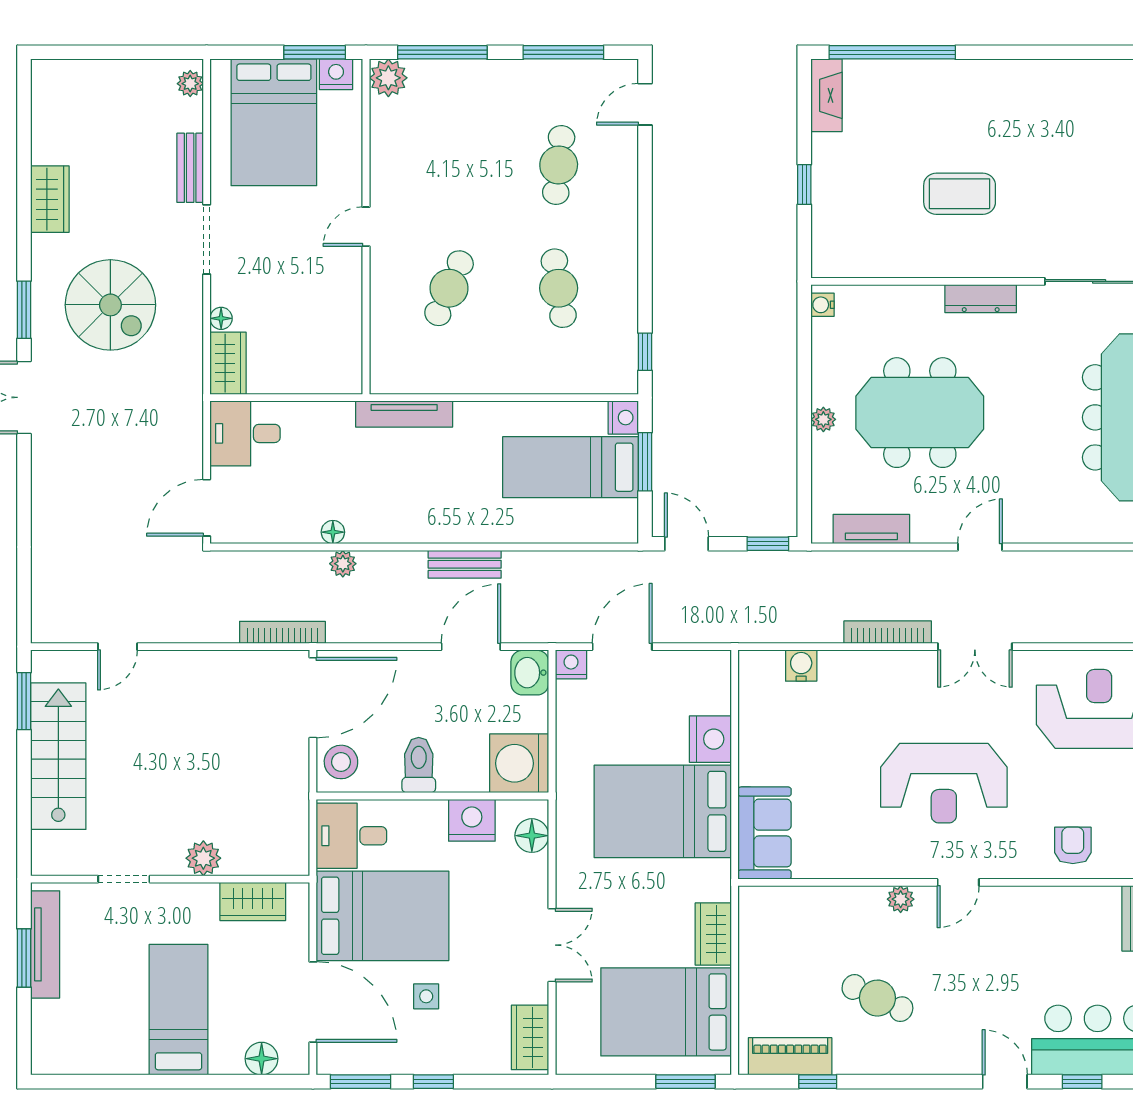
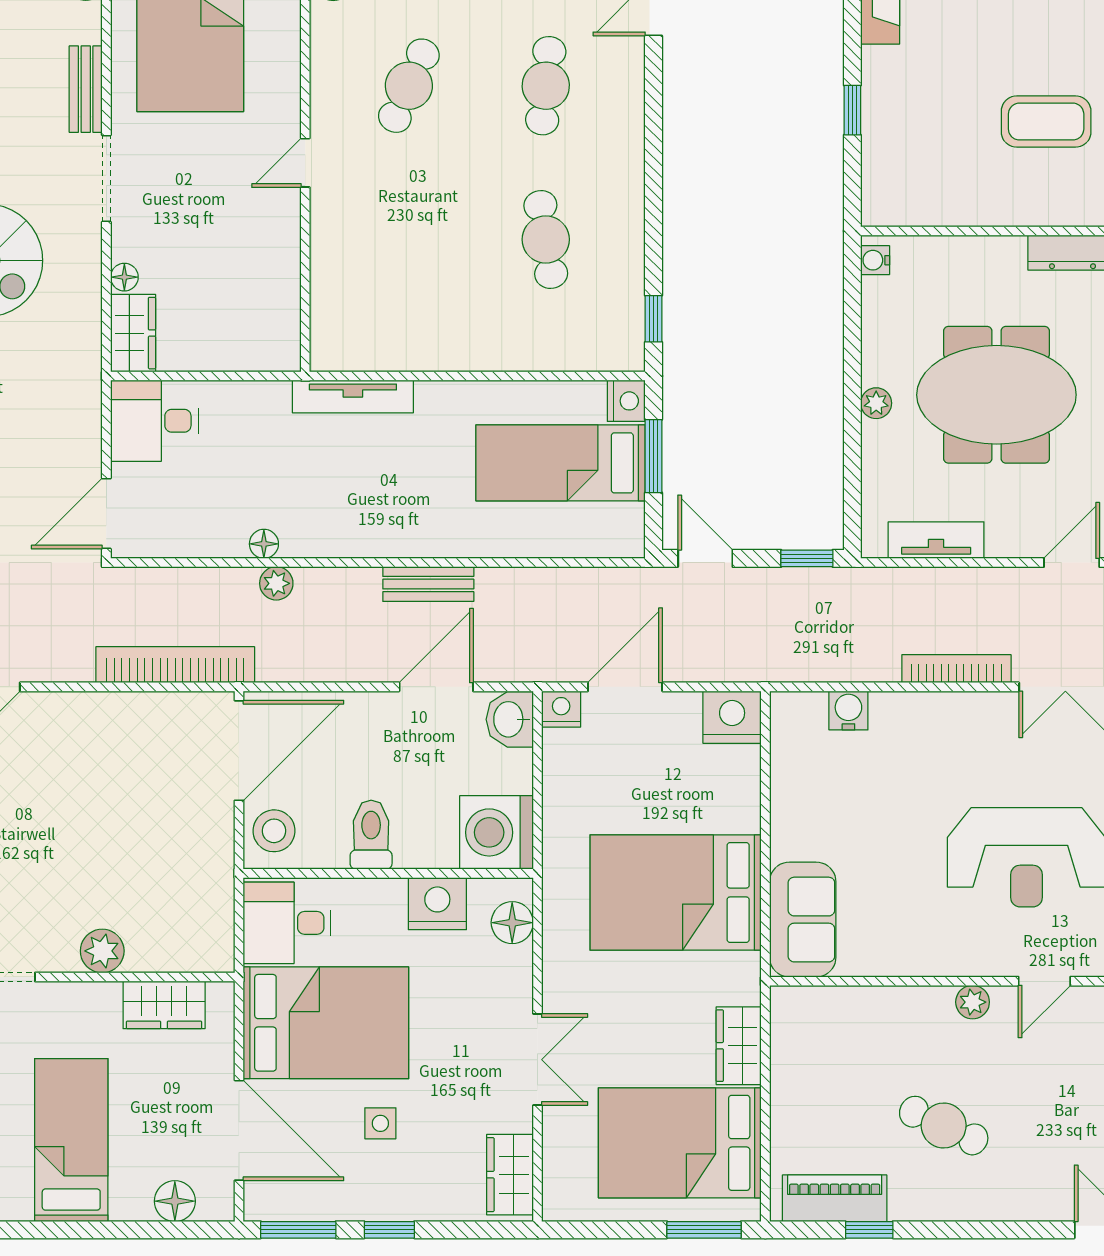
cafe table: (449, 288) -> (409, 86), moved
bookcase: (282, 632) -> (175, 665), width x1.48, depth x1.31
nightstand: (710, 739) -> (732, 717), moved, turned -90

